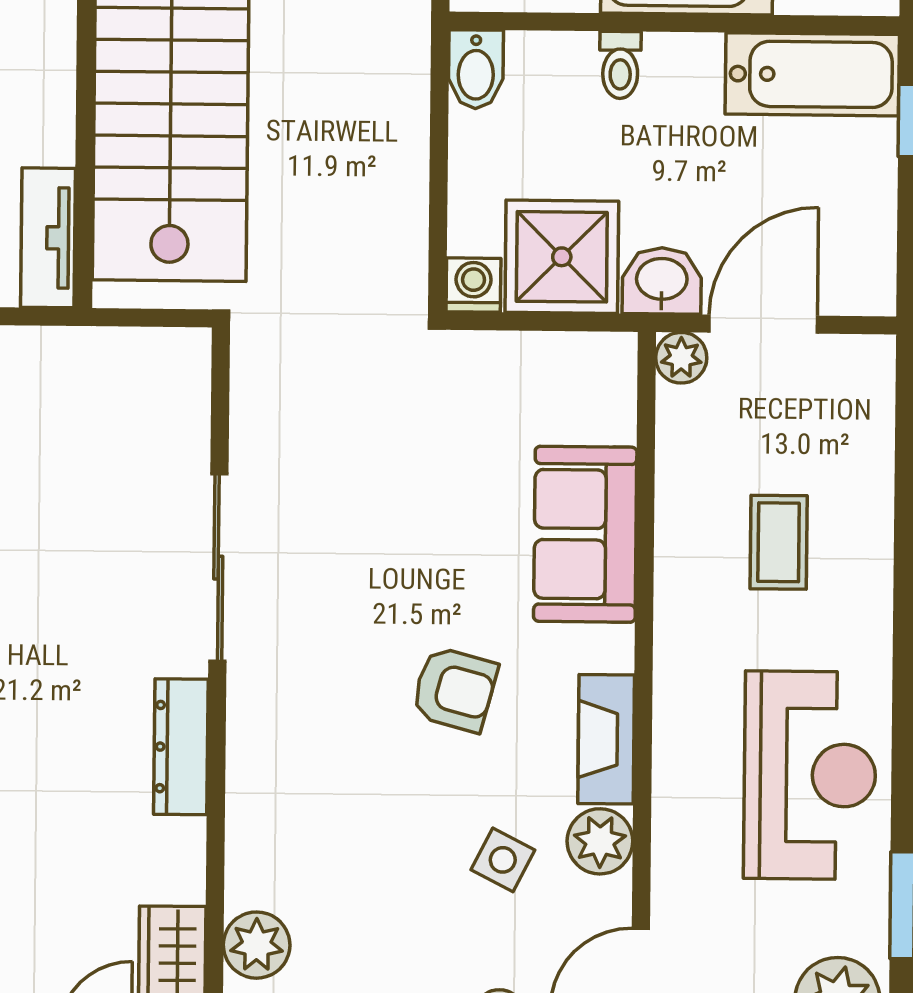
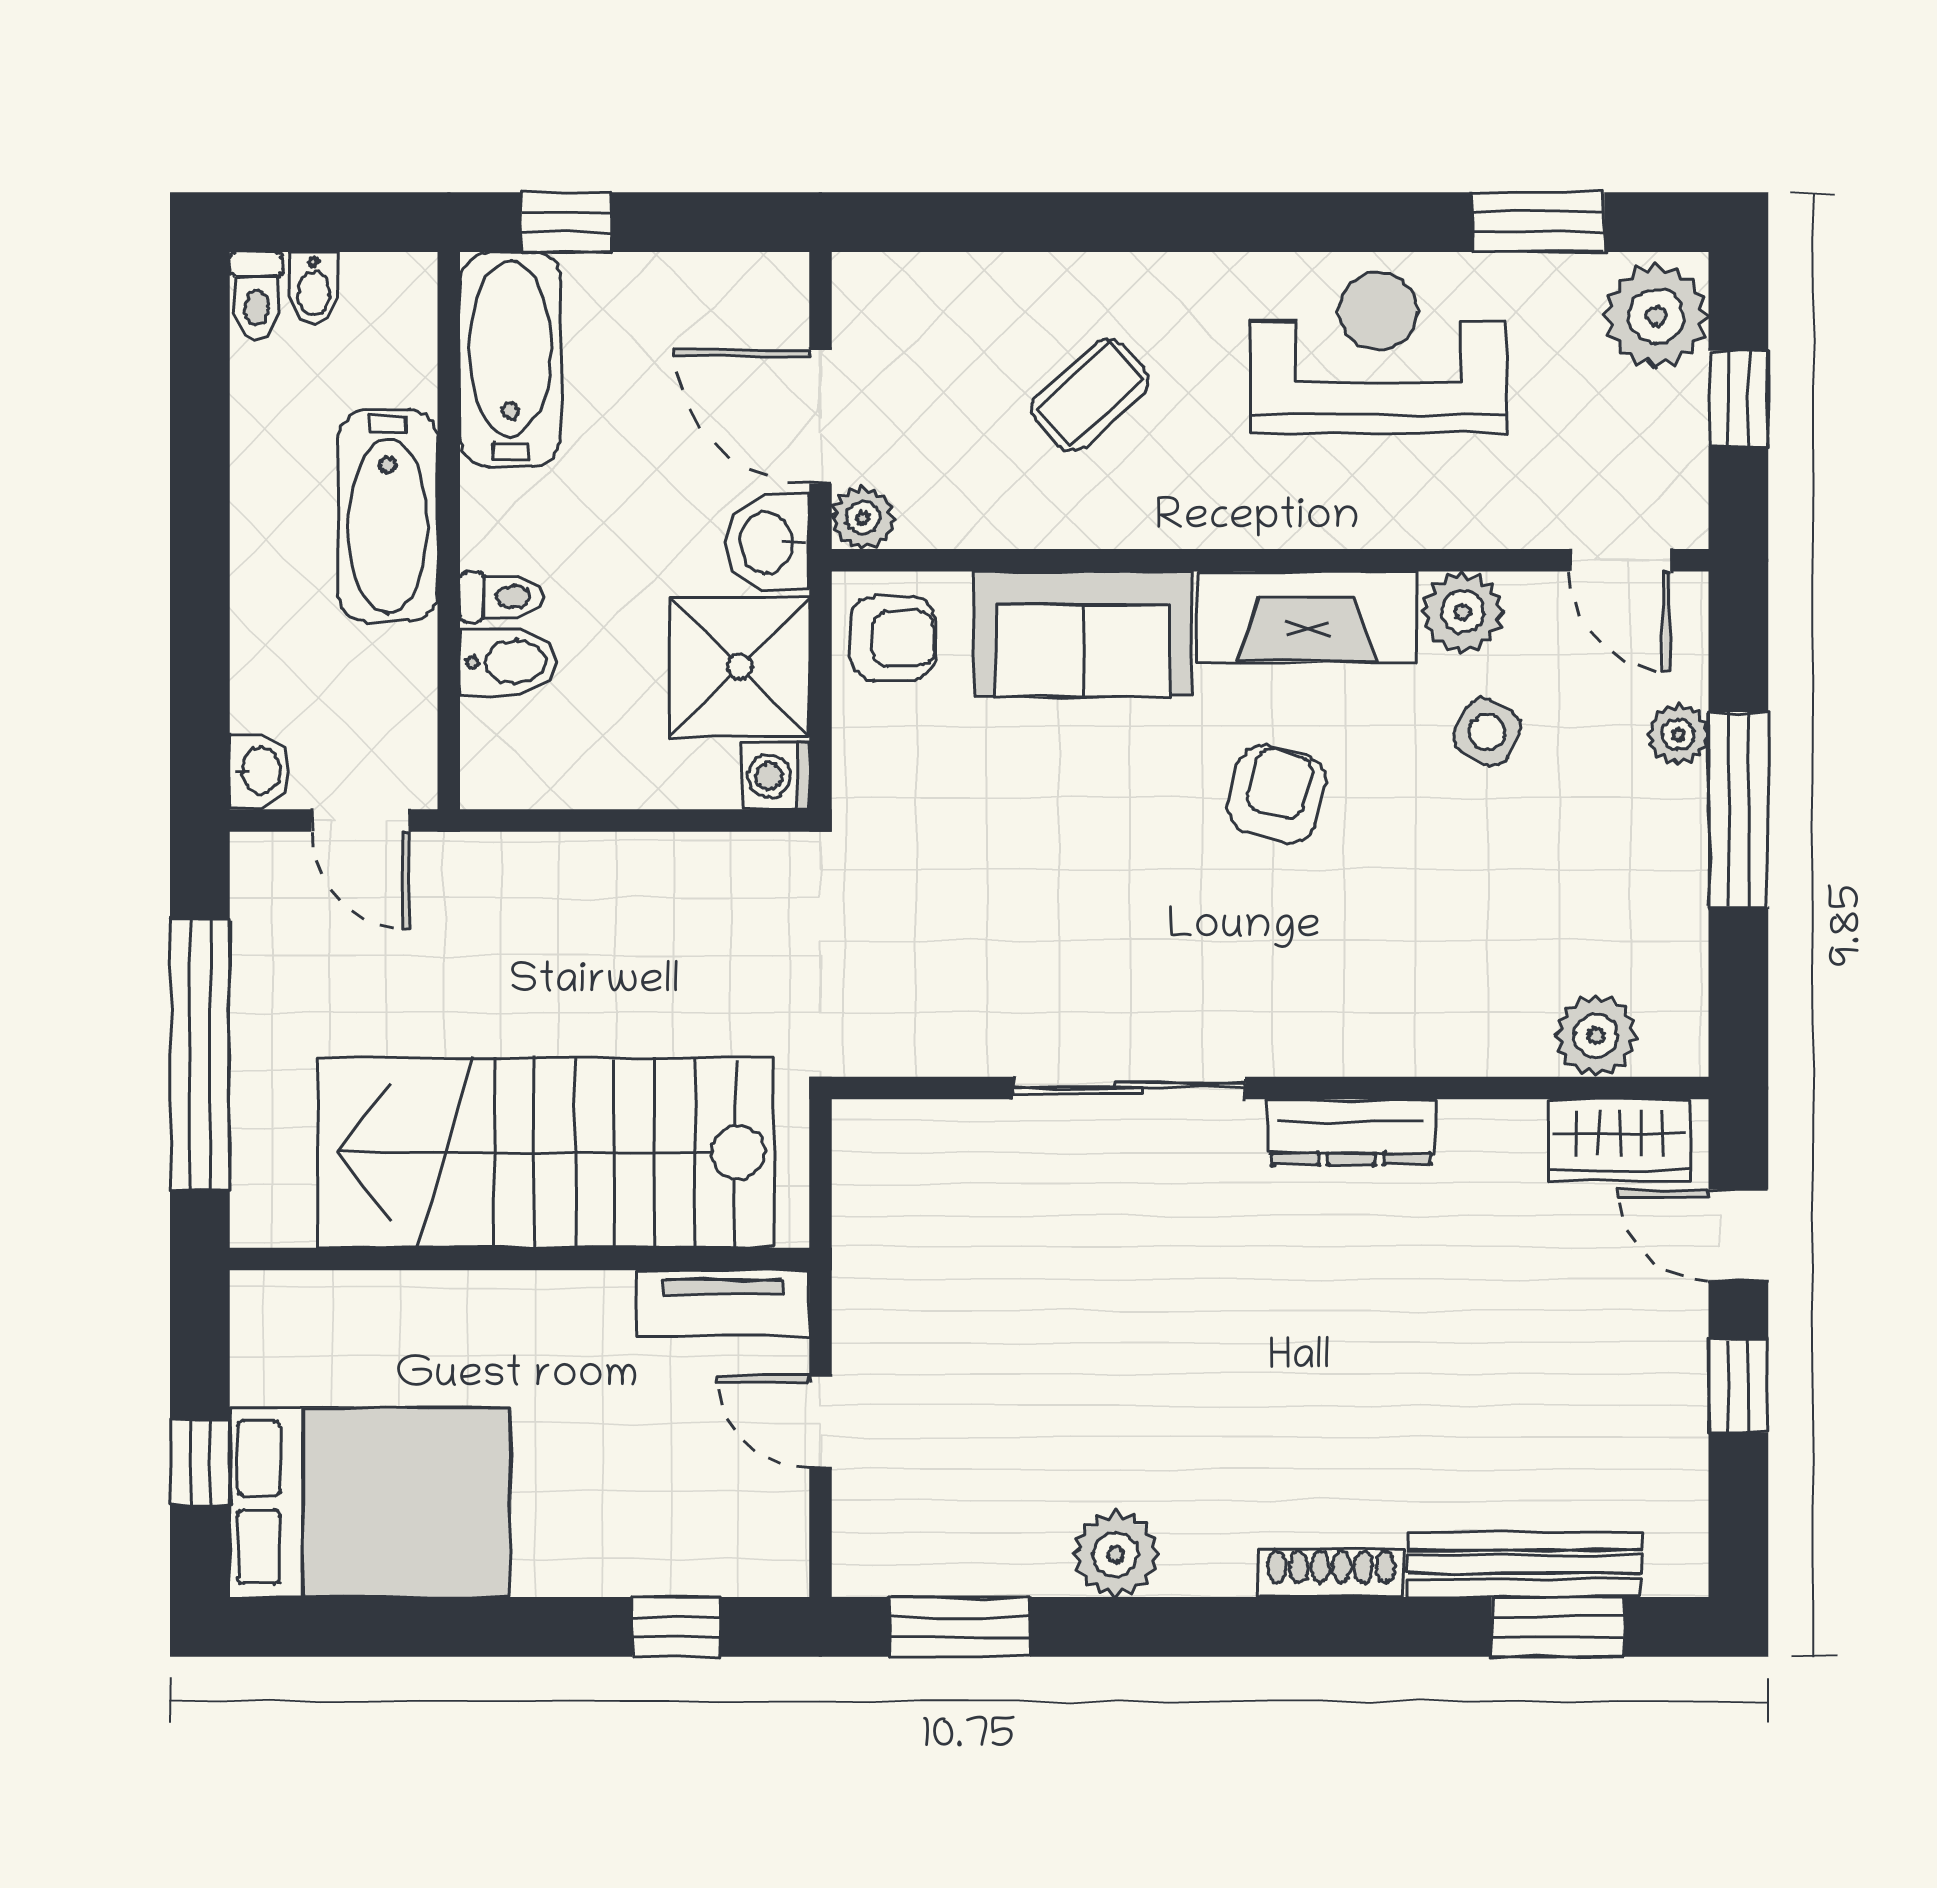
bidet: (476, 69) -> (509, 662), moved
armchair: (583, 381) -> (893, 639), added
coffee table: (779, 542) -> (1090, 395), turned -42
fireplace: (606, 739) -> (1307, 617), width x1.37, depth x1.32

